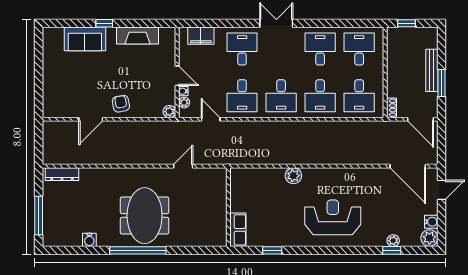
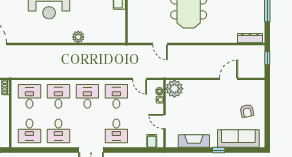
filing cabinet: (201, 36) -> (152, 141), width x0.50
sofa: (85, 39) -> (238, 138), width x1.36
door: (177, 76) -> (165, 122), moved
armchair: (121, 104) -> (247, 111), moved
plant: (169, 112) -> (174, 89), width x1.88, depth x1.88
window: (39, 147) -> (267, 58), added
door: (183, 166) -> (160, 44), hinge flipped

